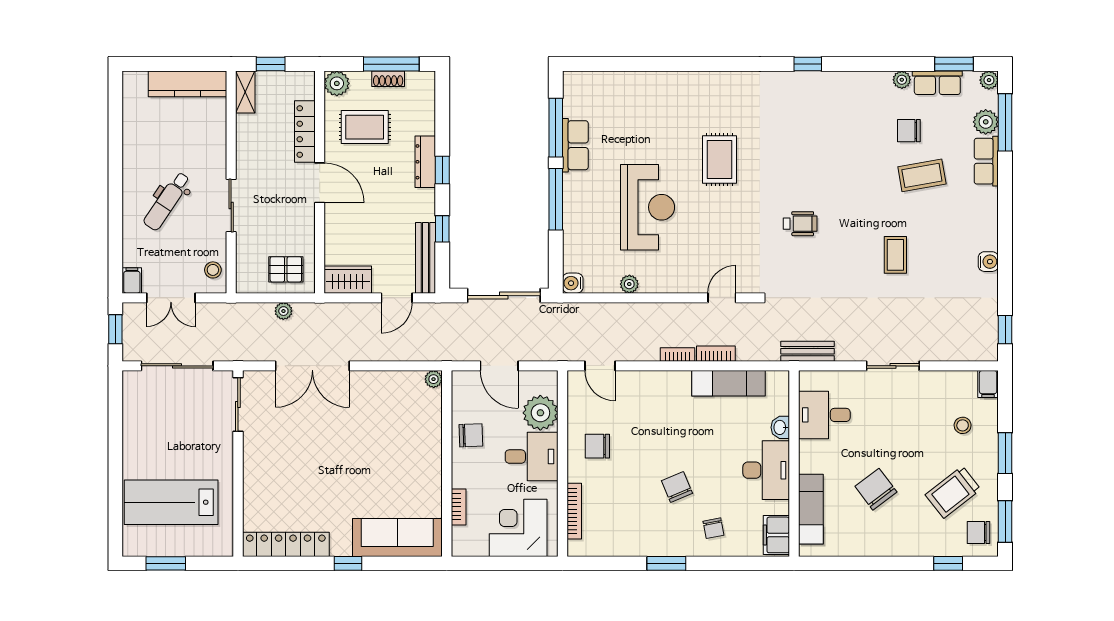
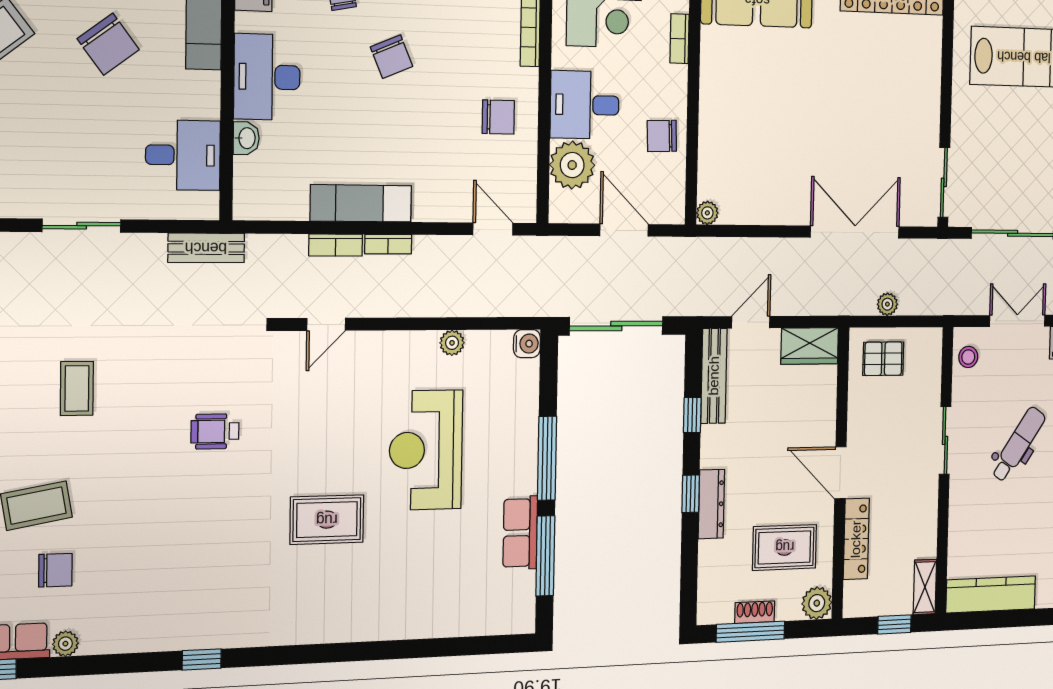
rug: (720, 159) -> (327, 520), turned 90
exam couch: (728, 383) -> (361, 203), moved

